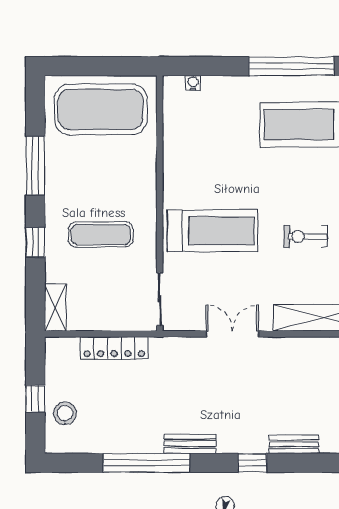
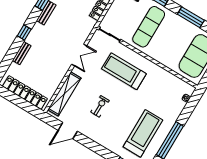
treadmill: (213, 231) -> (124, 71), turned 90
exercise mat: (101, 235) -> (149, 27), width x1.36, depth x1.45

